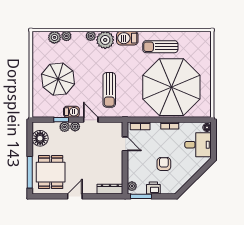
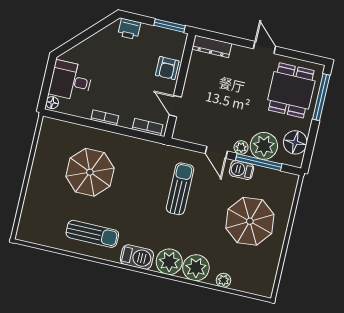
plant: (91, 36) -> (196, 268), width x1.88, depth x1.88
plant: (54, 37) -> (241, 282), removed
parasol: (171, 87) -> (90, 172), width x0.54, depth x0.54
window: (61, 120) -> (259, 162), width x2.17
plant: (65, 127) -> (264, 146), width x1.88, depth x1.88
armchair: (164, 164) -> (167, 68), moved
plant: (132, 186) -> (179, 43), removed
printer: (153, 188) -> (129, 29), moved
door: (75, 196) -> (264, 47), swing flipped

